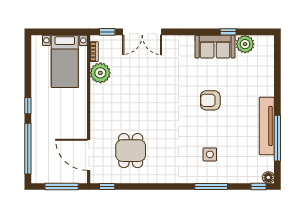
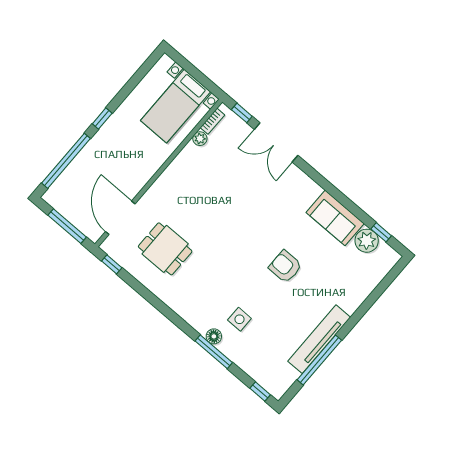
window: (228, 32) -> (381, 232), moved
plant: (100, 73) -> (200, 139), width x0.53, depth x0.53
dining table: (131, 151) -> (165, 249), turned 90
floor lamp: (268, 177) -> (214, 336), moved

